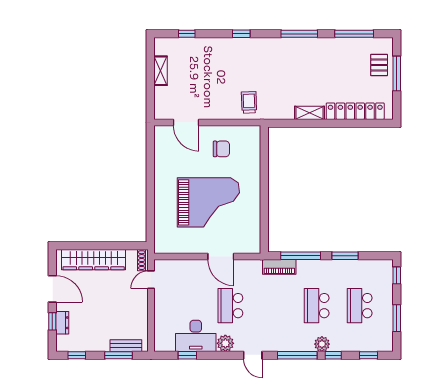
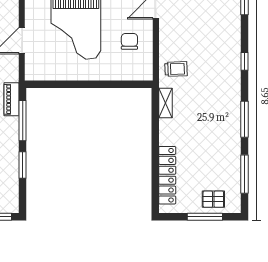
shelving: (309, 113) -> (165, 103), moved
chair: (221, 149) -> (129, 41), turned 180

